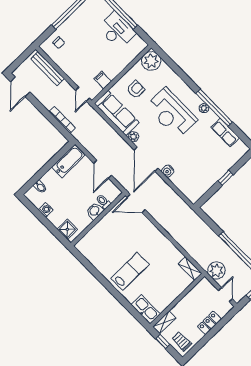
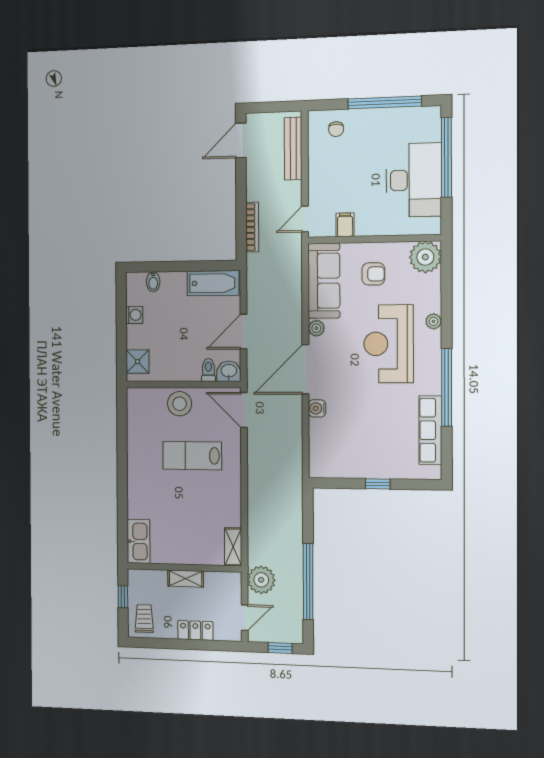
desk: (117, 30) -> (414, 180), width x1.36, depth x1.30
plant: (204, 108) -> (434, 321), moved
row of seats: (225, 133) -> (430, 430), width x1.48
washbasin: (95, 211) -> (229, 371), moved
stool: (105, 229) -> (180, 404), added
lab bench: (130, 271) -> (192, 456), moved, turned 180
shelving: (165, 322) -> (186, 579), moved

